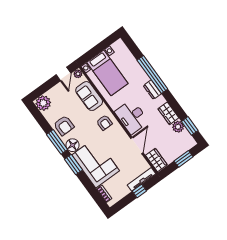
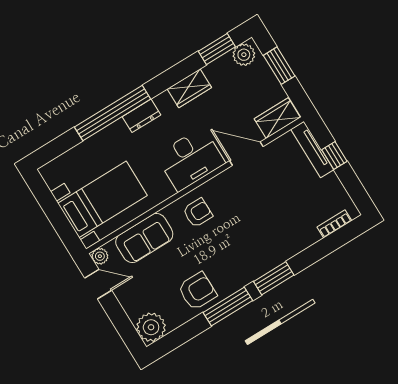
plant: (178, 127) -> (244, 55), moved
floor lamp: (72, 145) -> (236, 277), removed
corner sofa: (96, 163) -> (274, 236), removed

